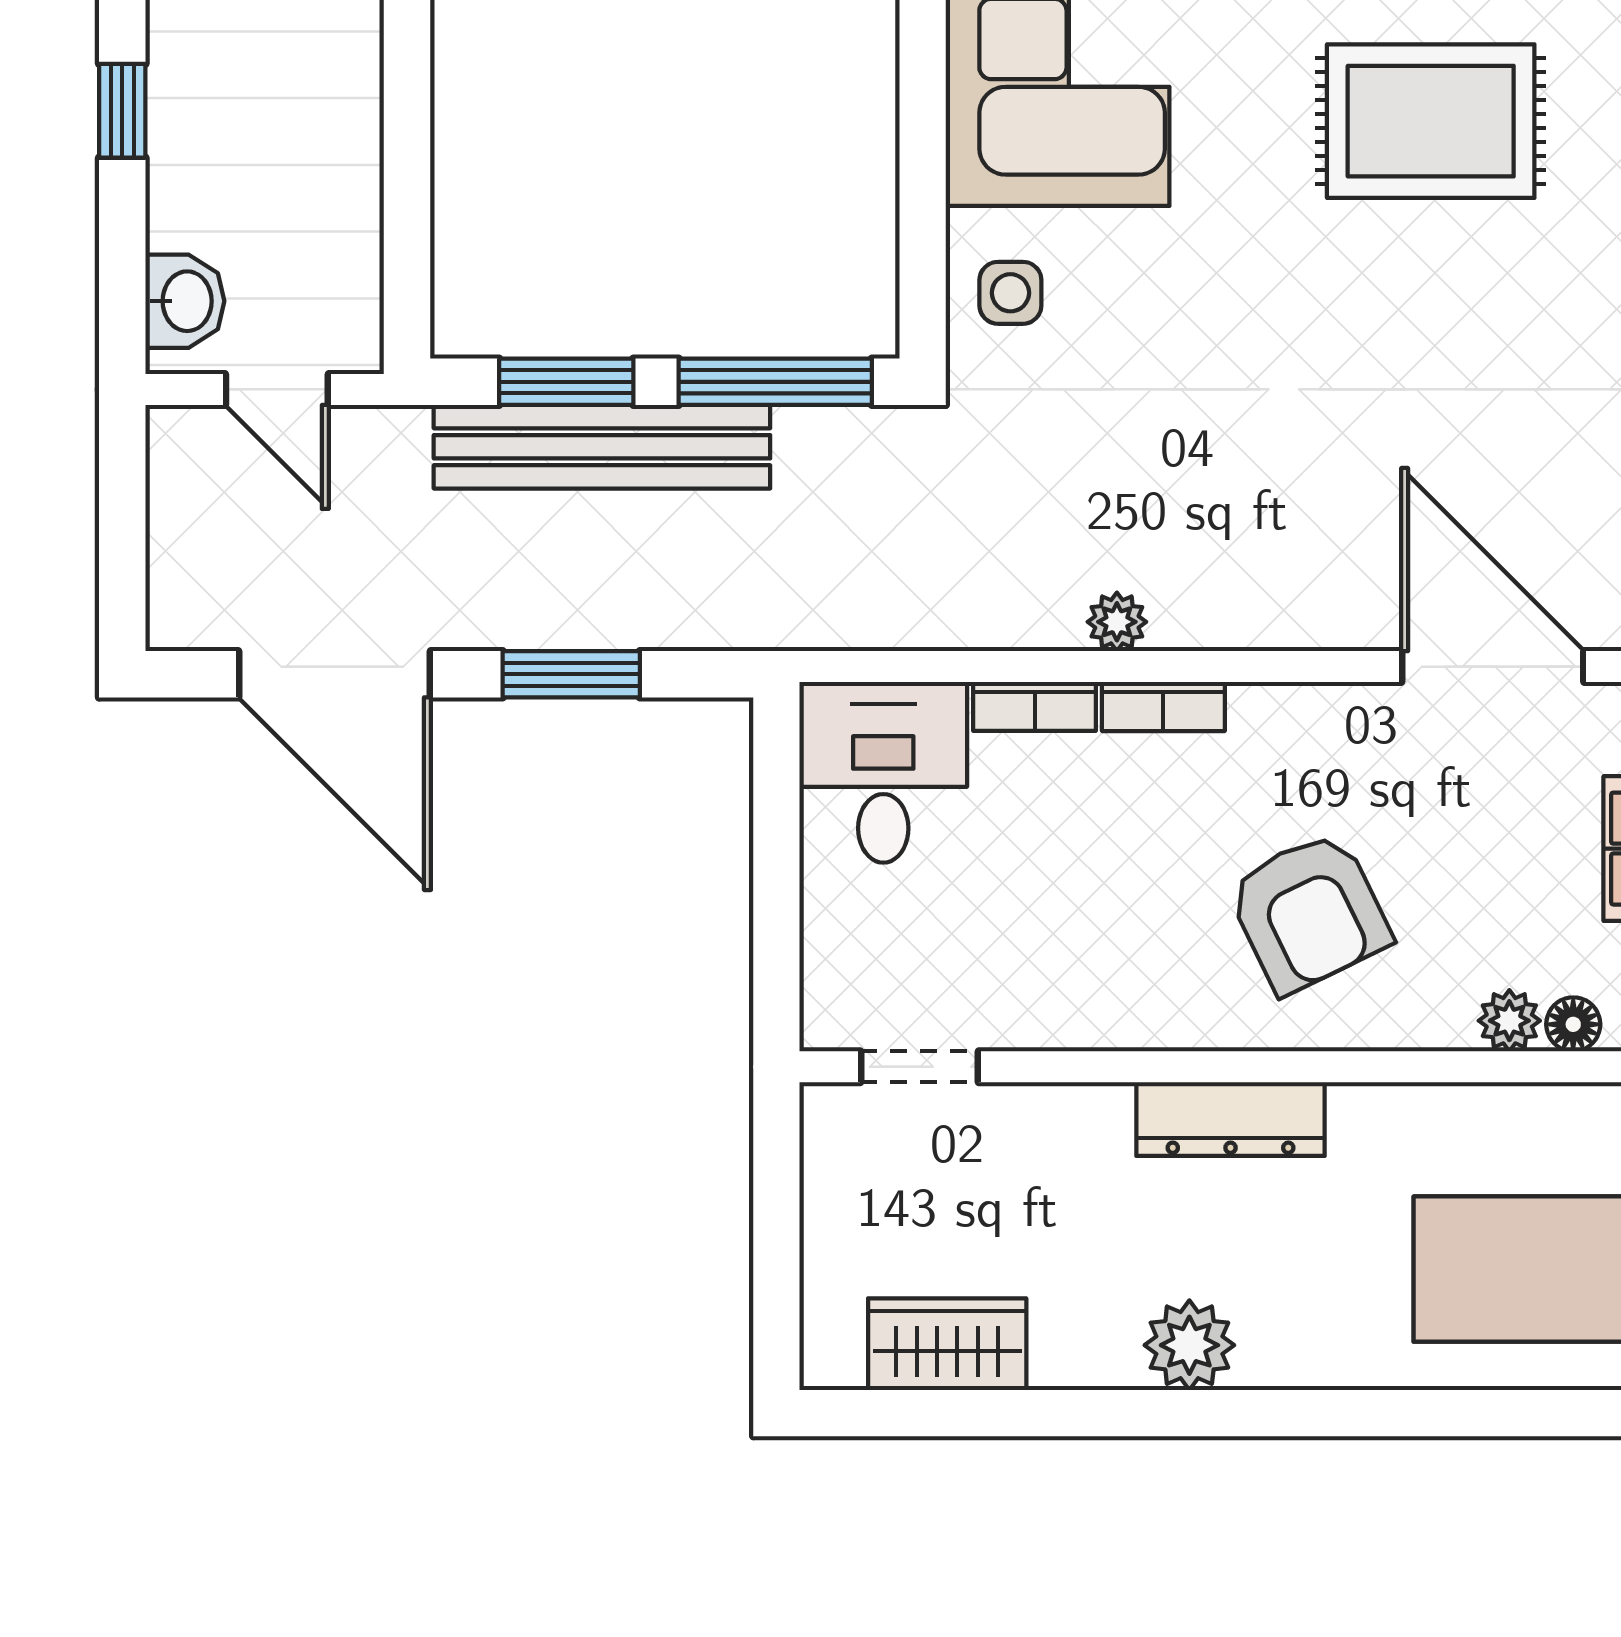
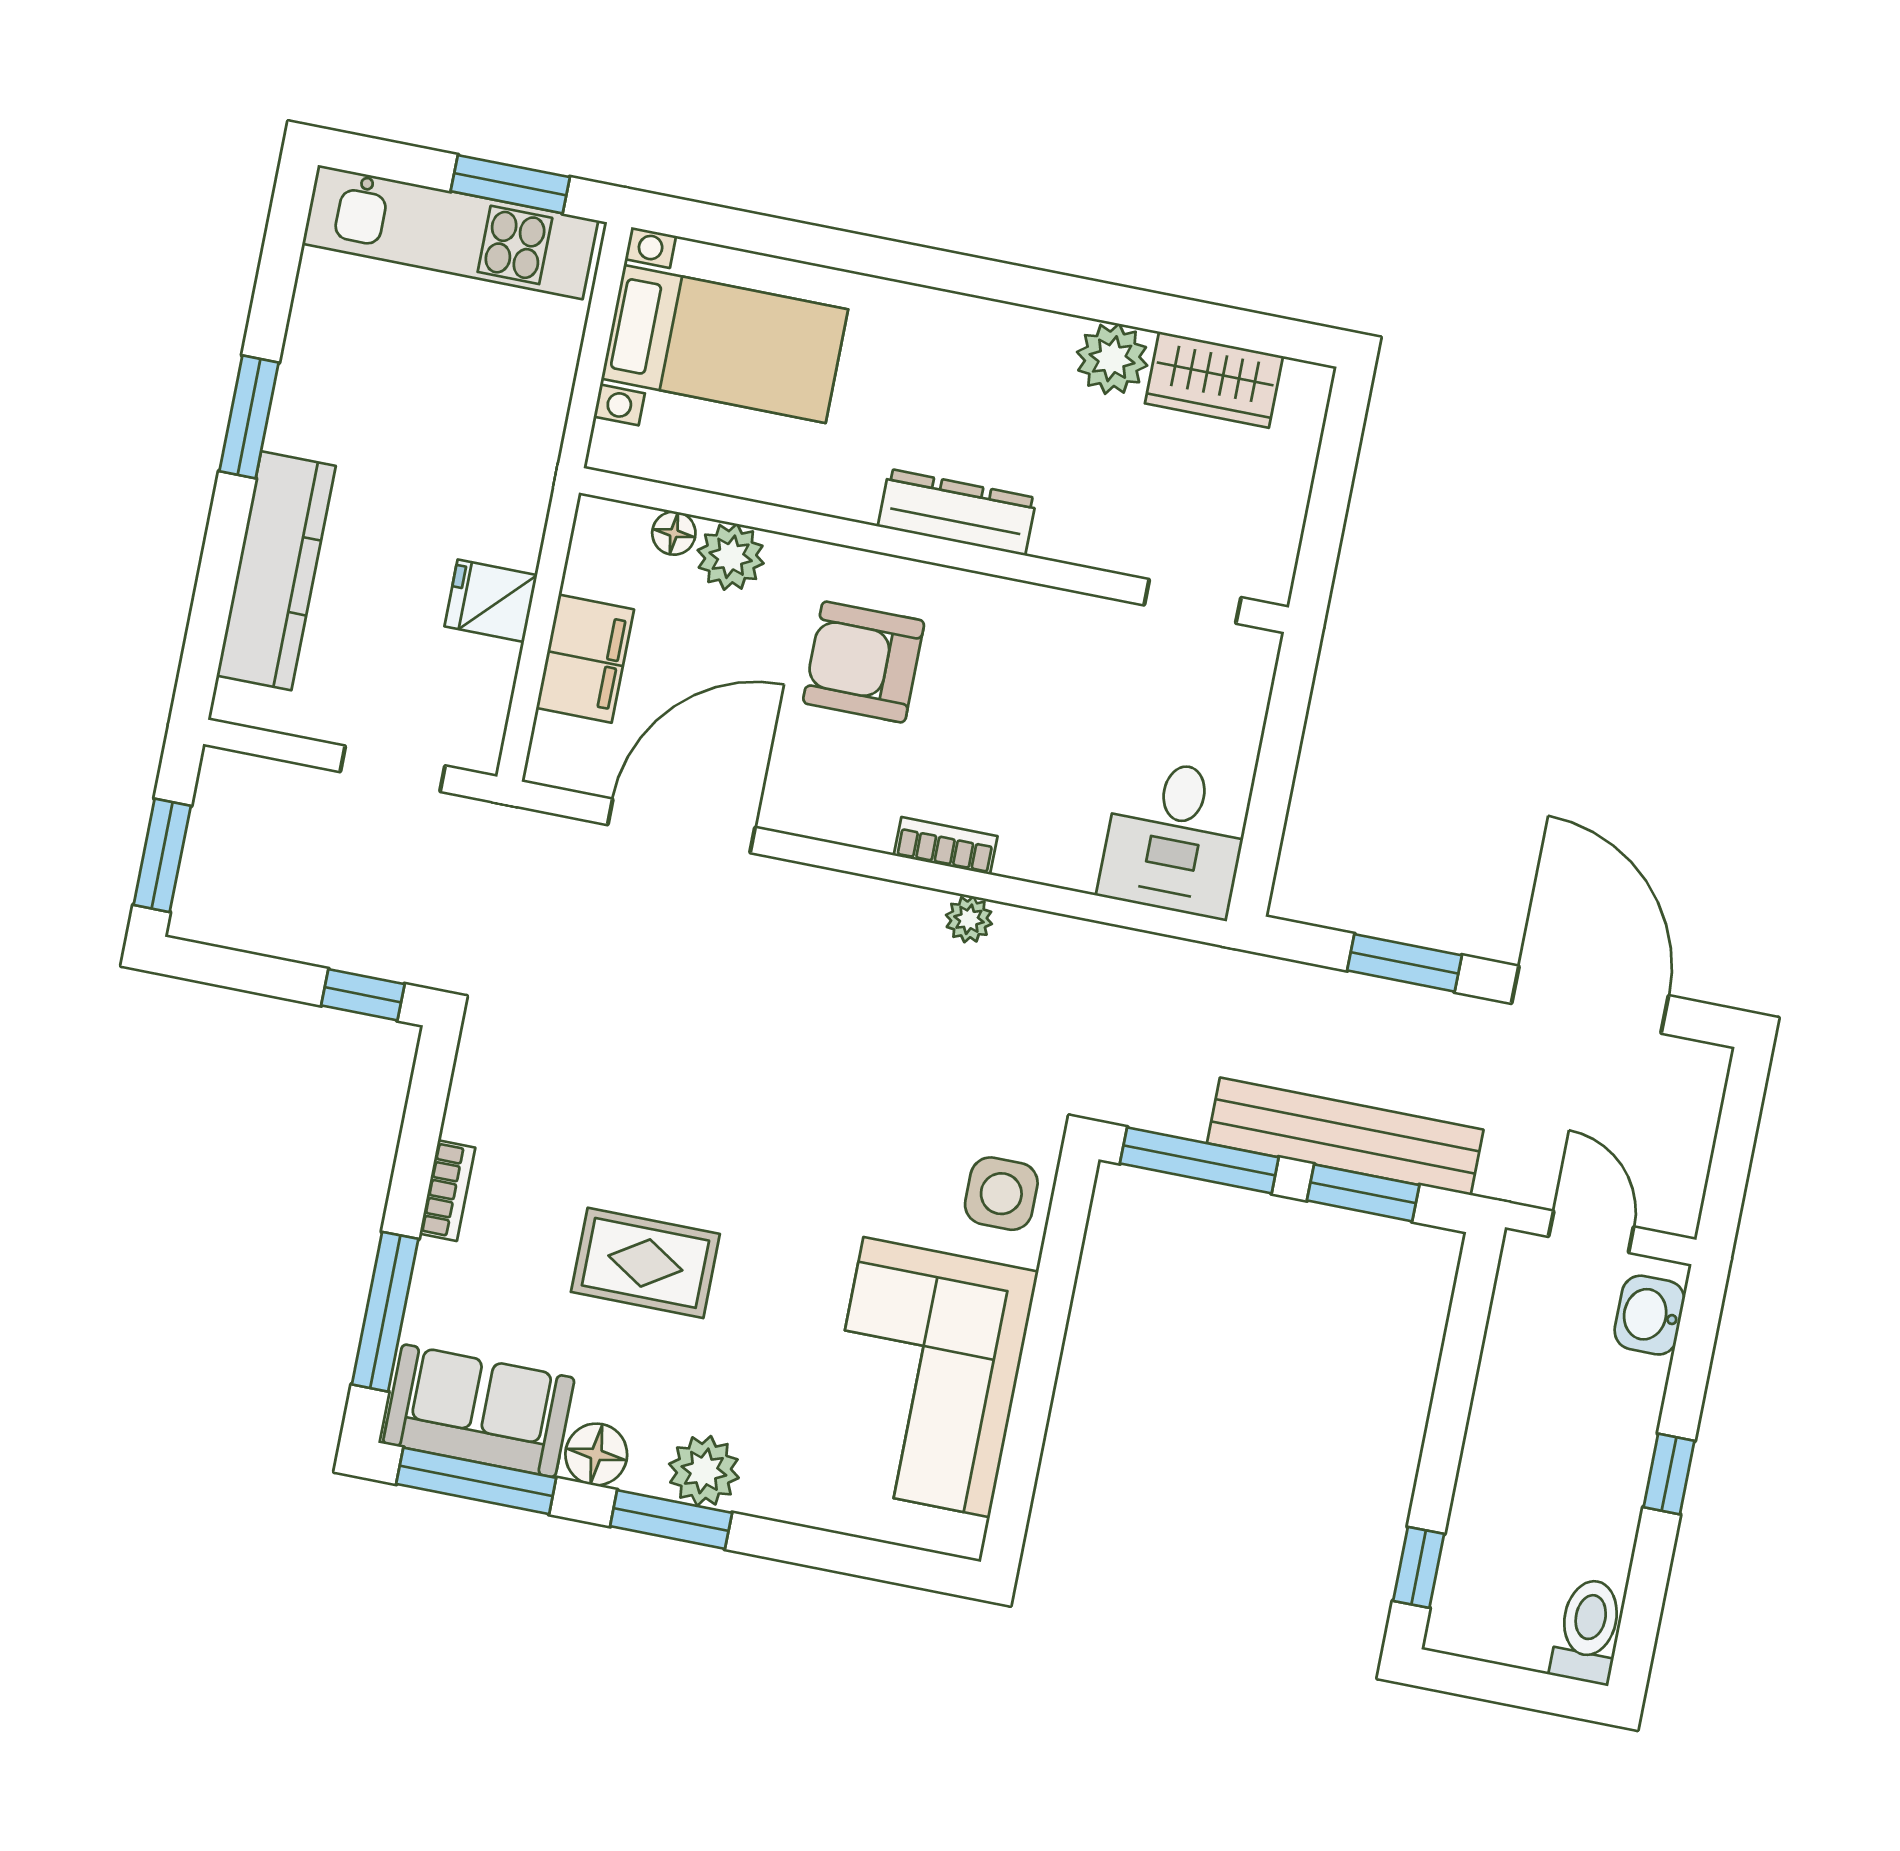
rug: (1431, 121) -> (645, 1263), width x0.73, depth x0.70
side table: (1010, 293) -> (1001, 1194), width x1.37, depth x1.37
door: (1493, 667) -> (681, 826), swing flipped
bookcase: (1035, 706) -> (1047, 866), removed
armchair: (1309, 912) -> (864, 662), turned -64
plant: (1509, 1021) -> (731, 557), width x1.38, depth x1.38
plant: (1189, 1345) -> (1112, 359), moved

